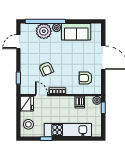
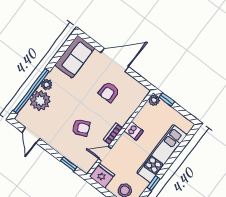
sofa: (76, 32) -> (75, 57), moved
armchair: (86, 78) -> (109, 92), moved
dishwasher: (80, 102) -> (134, 131), moved

